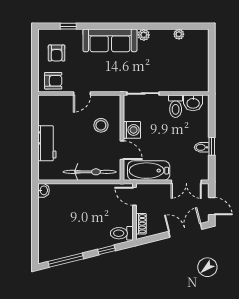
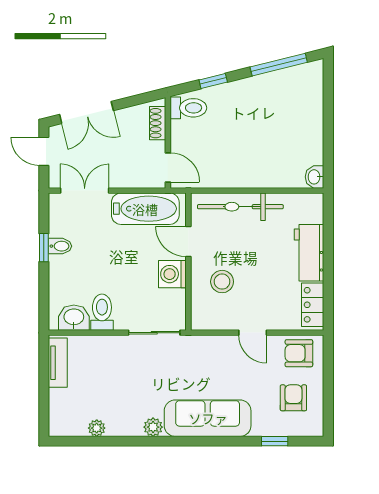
tv unit: (203, 75) -> (58, 363), added
door: (82, 93) -> (253, 333), swing flipped
locker: (45, 111) -> (313, 305), added

